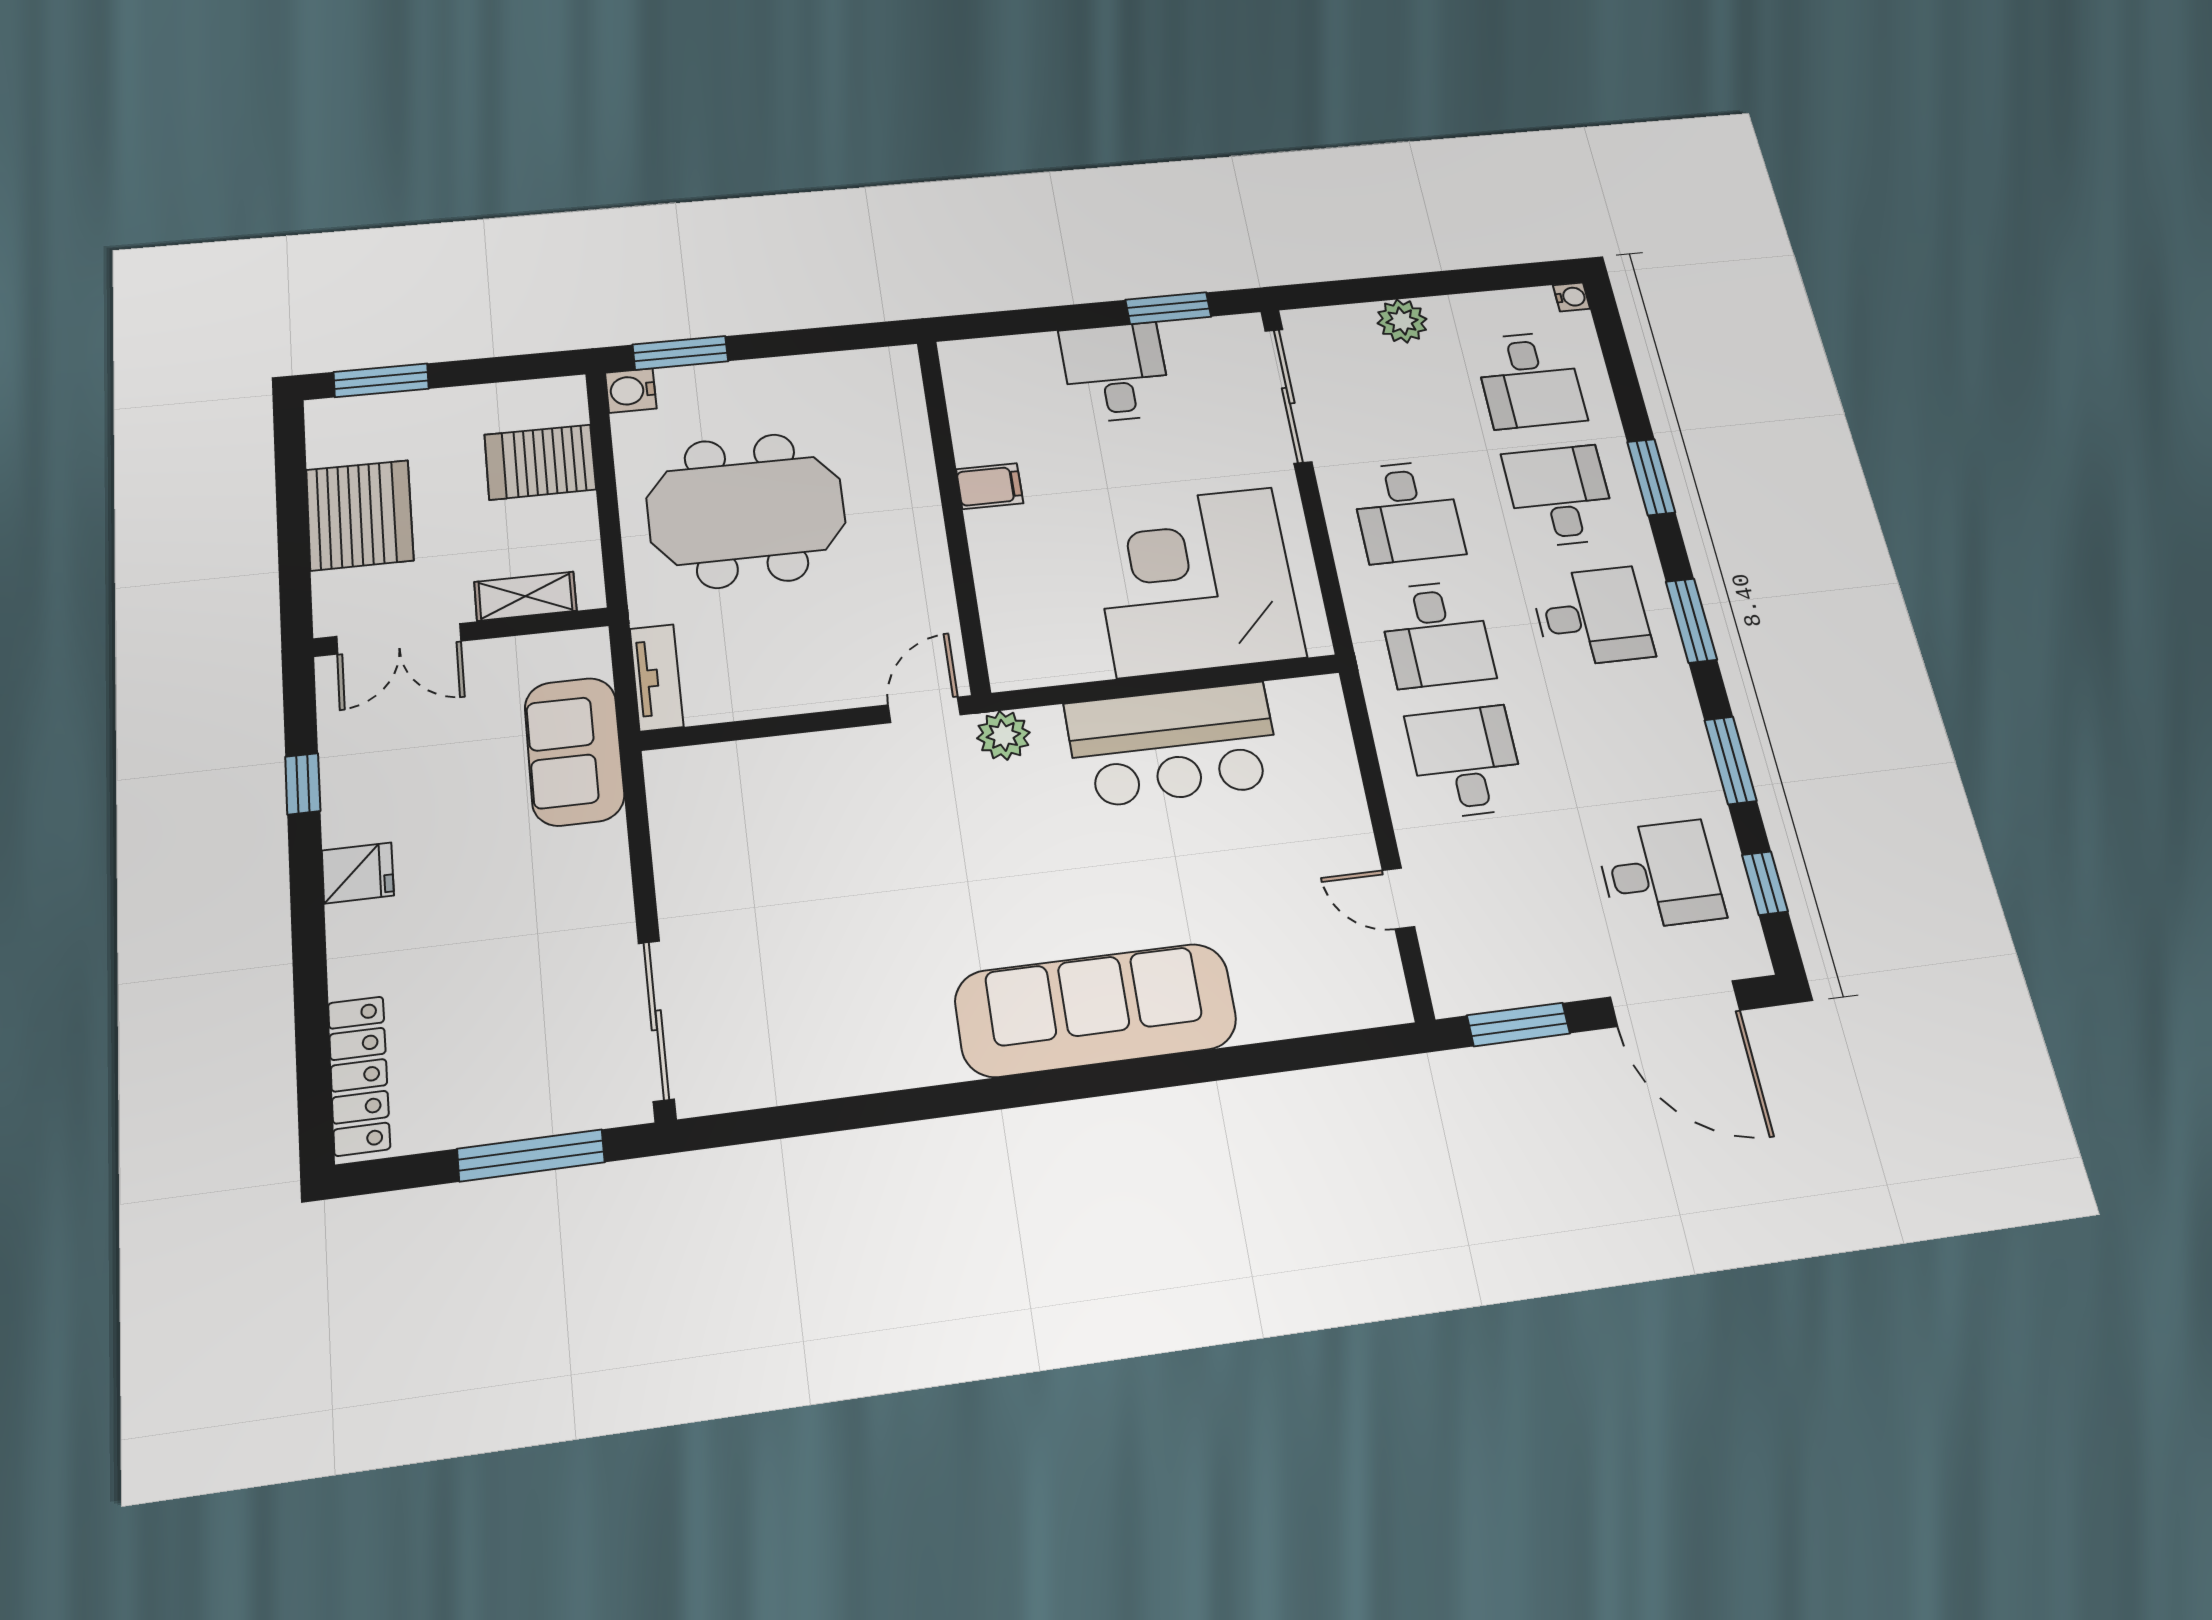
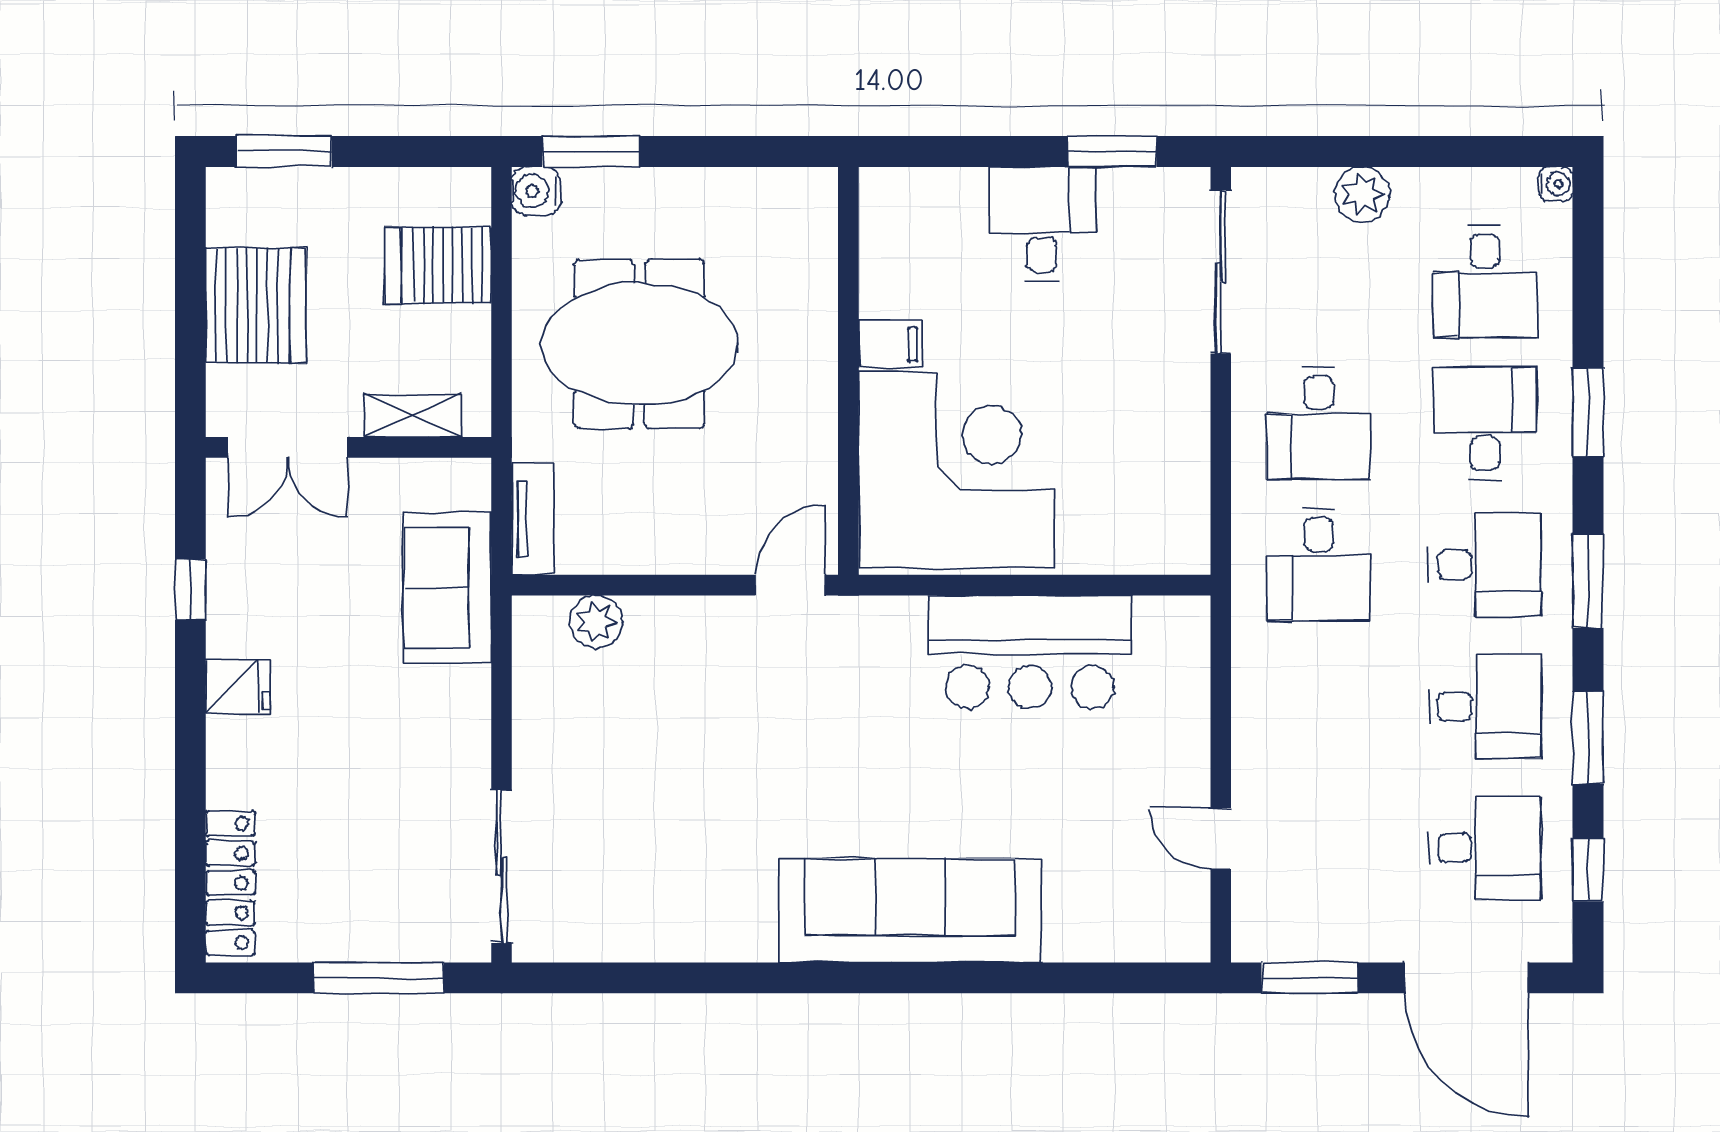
corner desk: (1196, 581) -> (957, 470), moved, turned 90
plant: (1003, 735) -> (596, 622), moved
desk: (1466, 762) -> (1485, 706), moved, turned 90

